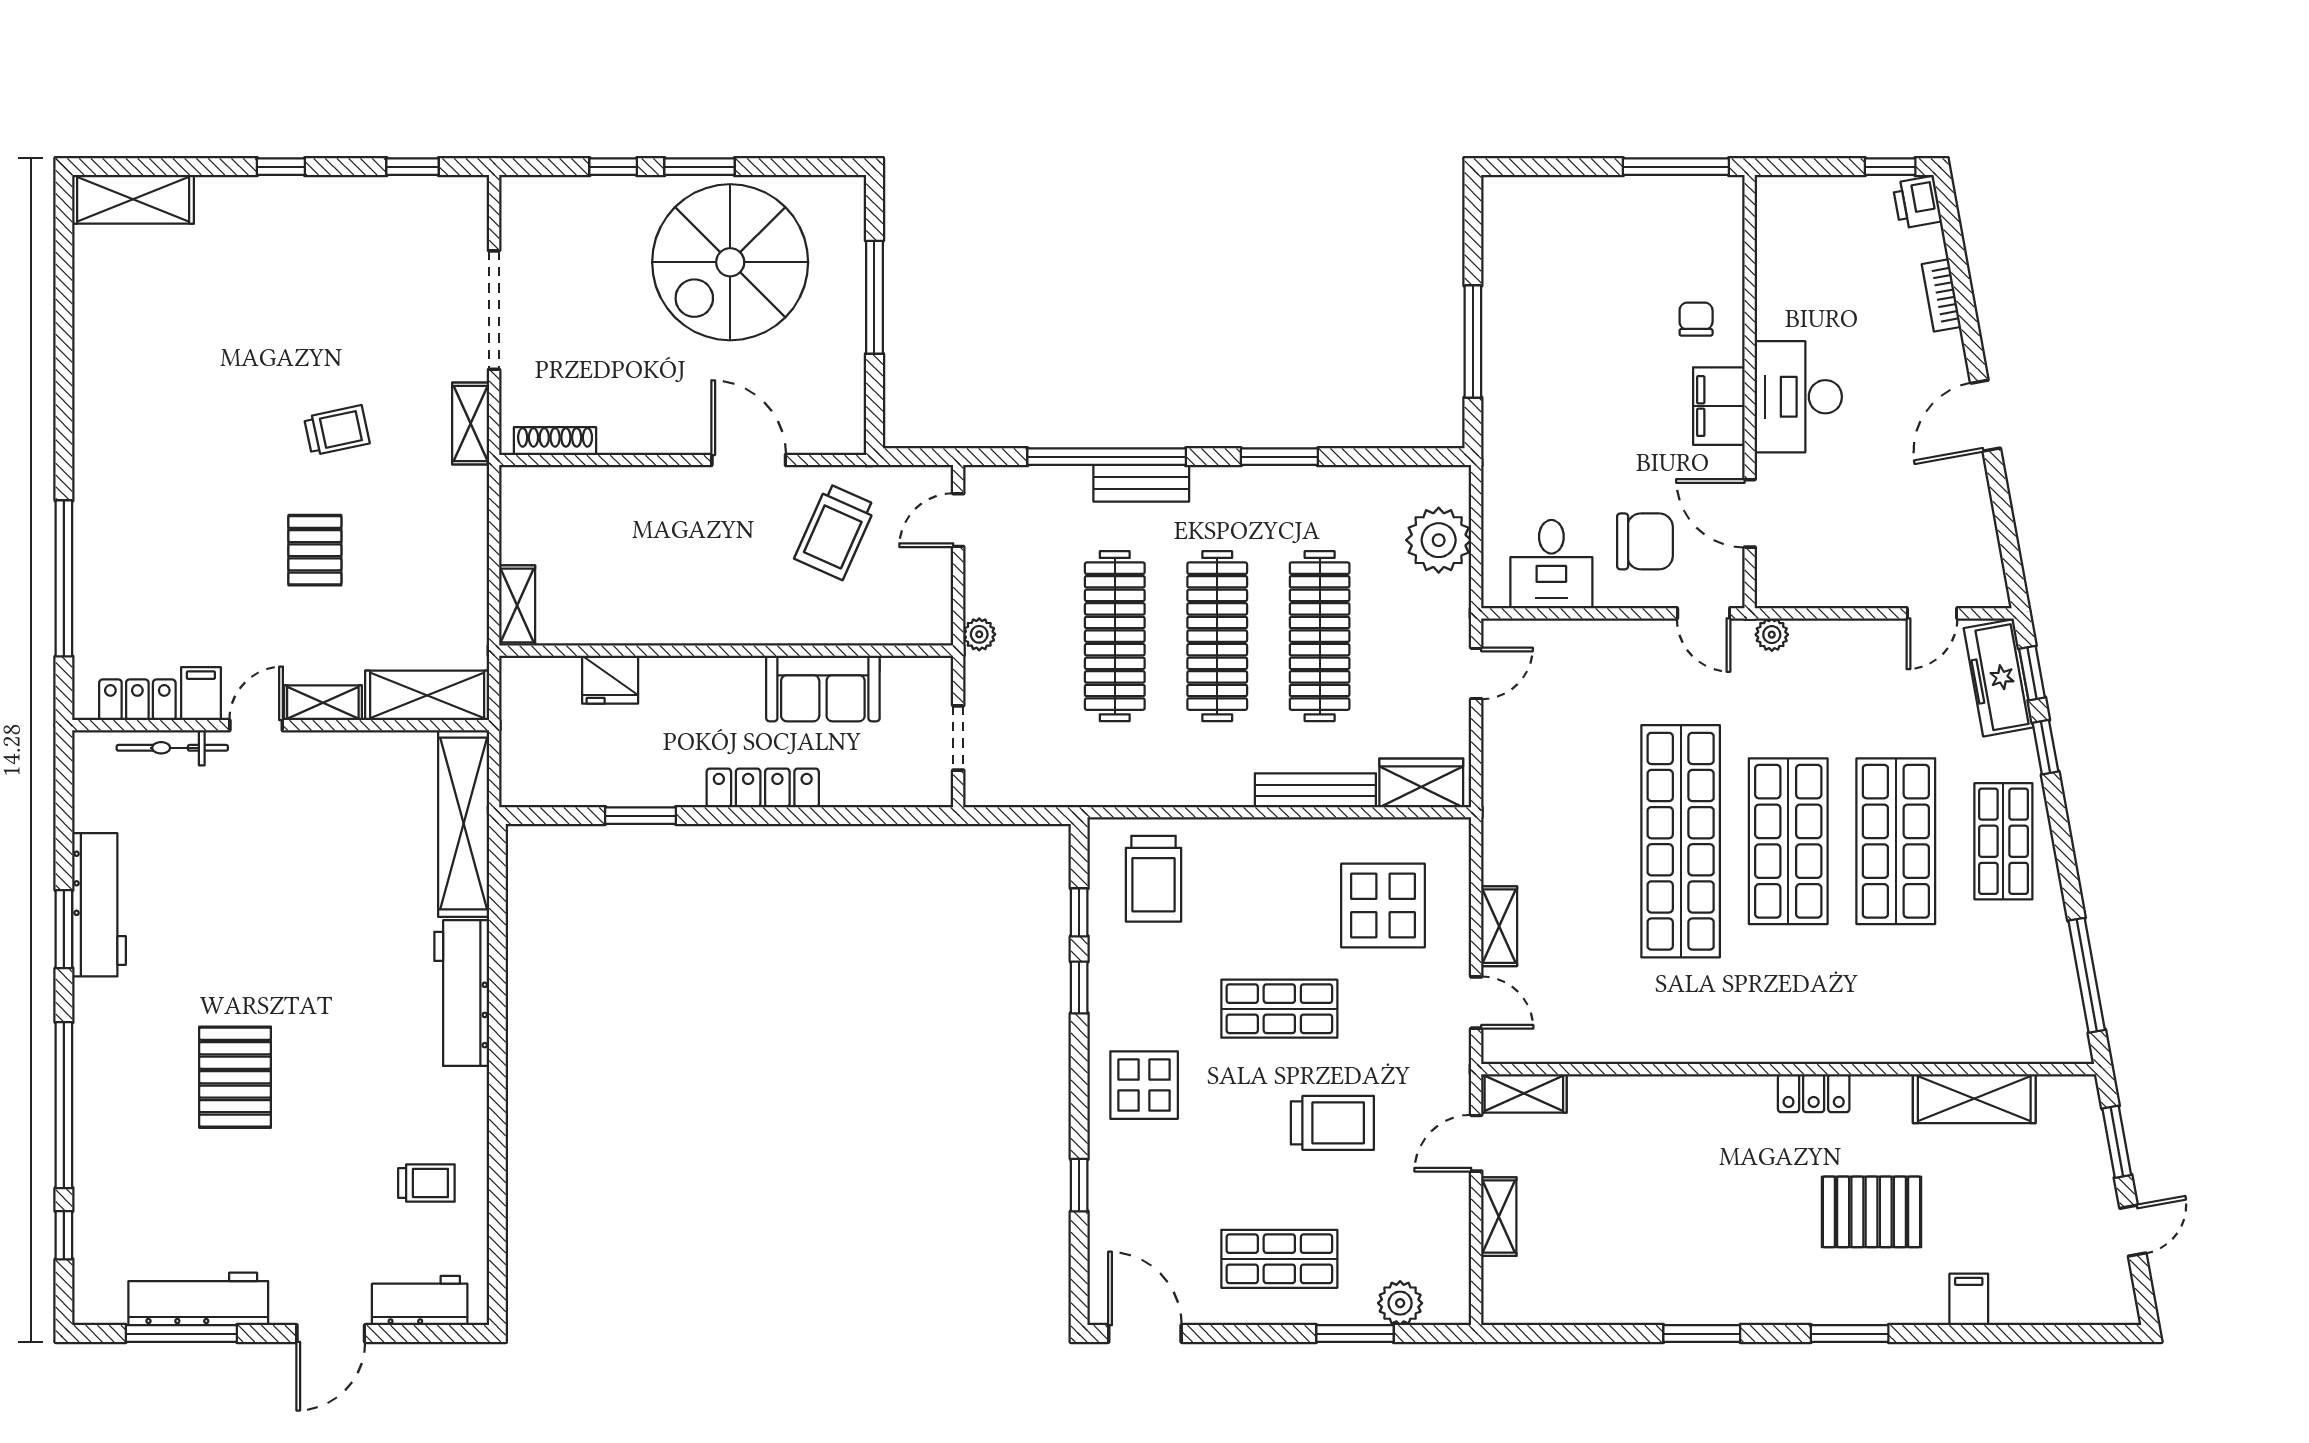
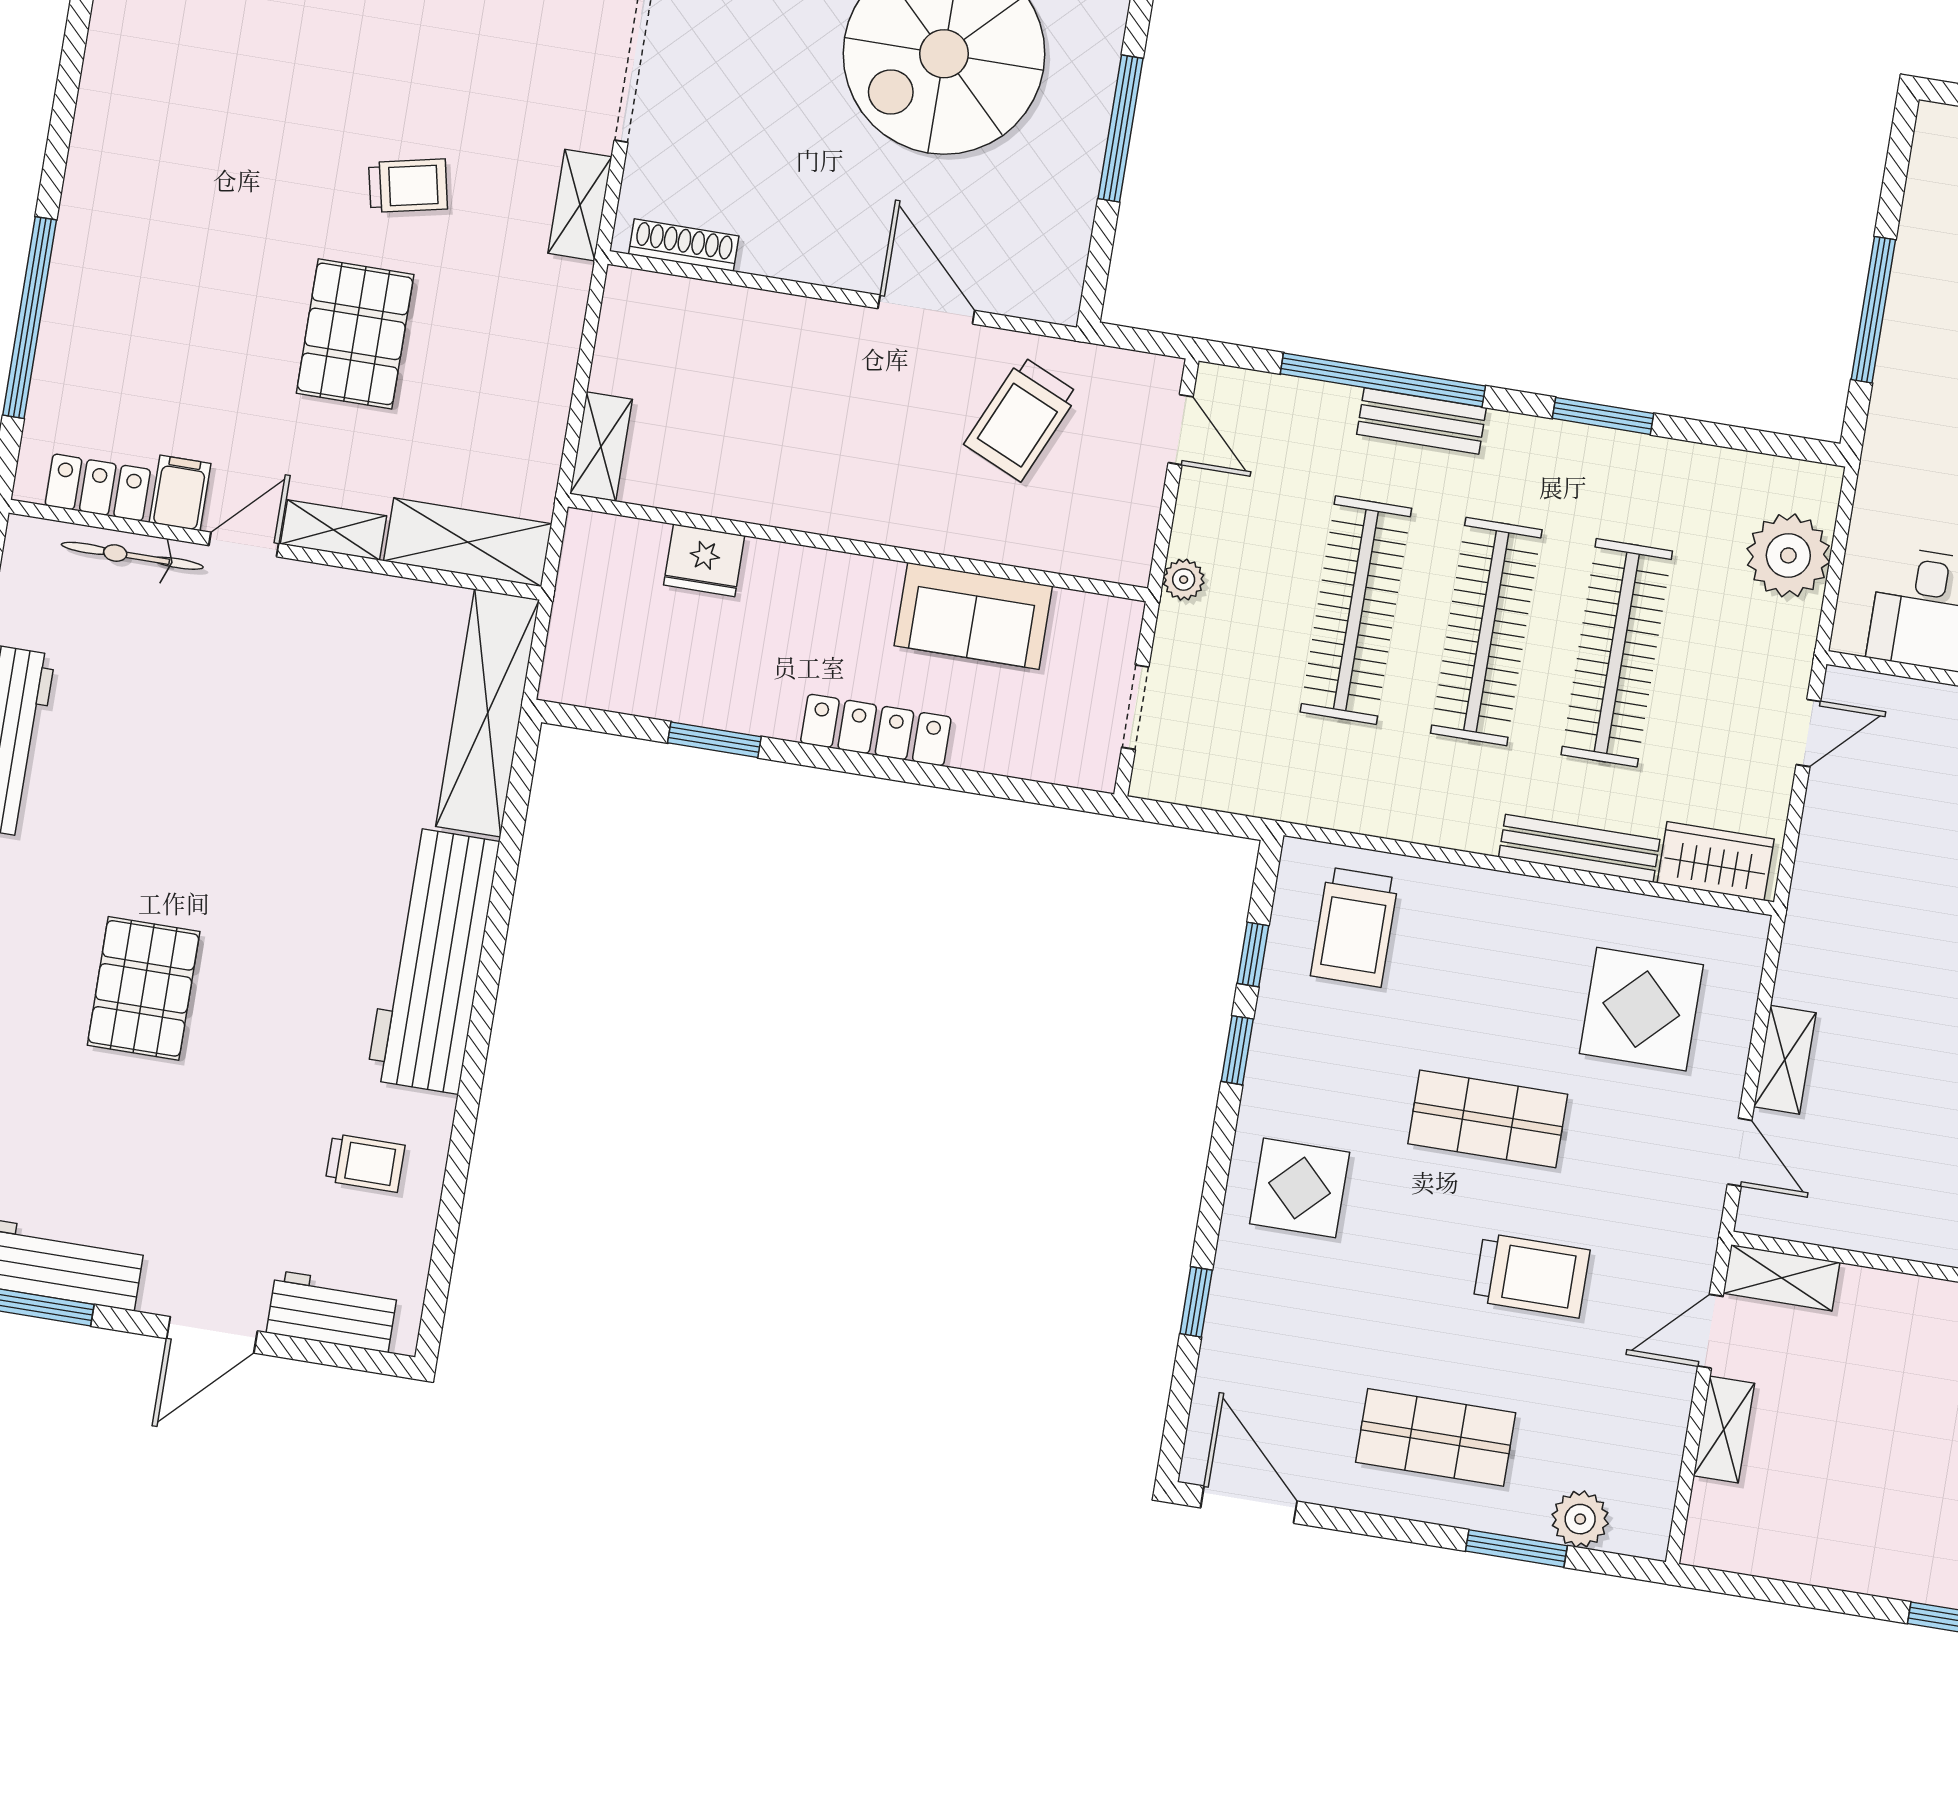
door: (958, 520) -> (1181, 430), swing flipped
pallet: (315, 550) -> (355, 334), width x1.50, depth x1.42
workbench: (462, 993) -> (433, 960), width x1.36, depth x1.32

